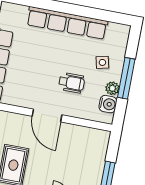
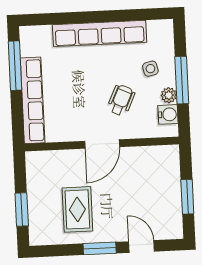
wheelchair: (72, 83) -> (121, 100), turned -65
door: (47, 116) -> (102, 144), hinge flipped

